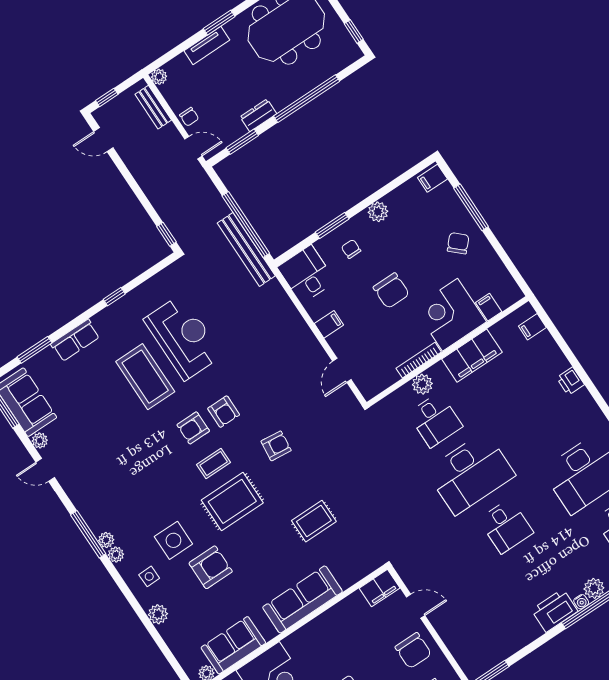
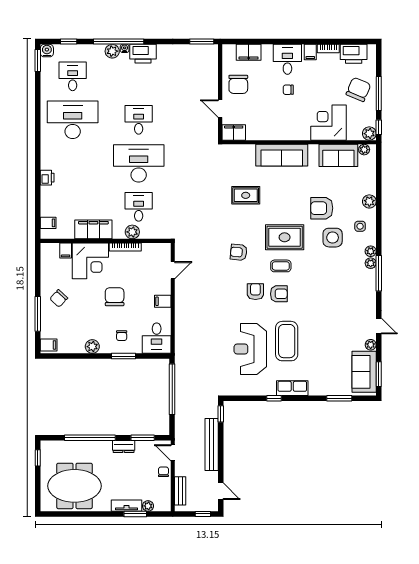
window: (219, 23) -> (135, 514), moved
plant: (159, 77) -> (148, 506), moved
bench: (246, 249) -> (212, 445), moved
row of seats: (75, 340) -> (292, 388), moved
chair: (413, 651) -> (238, 84), turned 180

